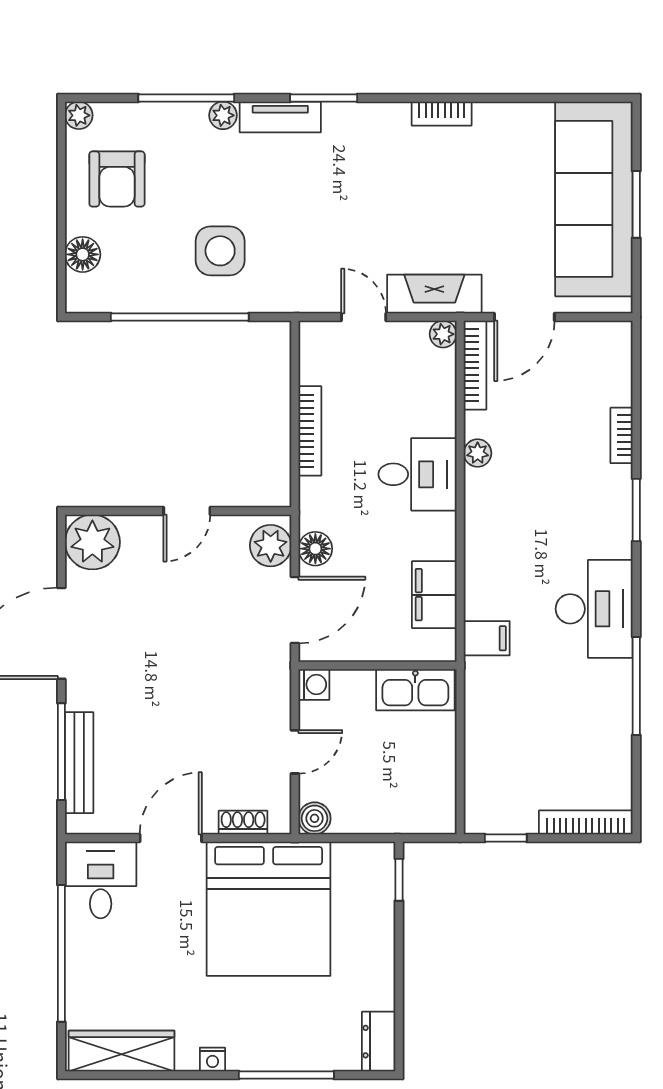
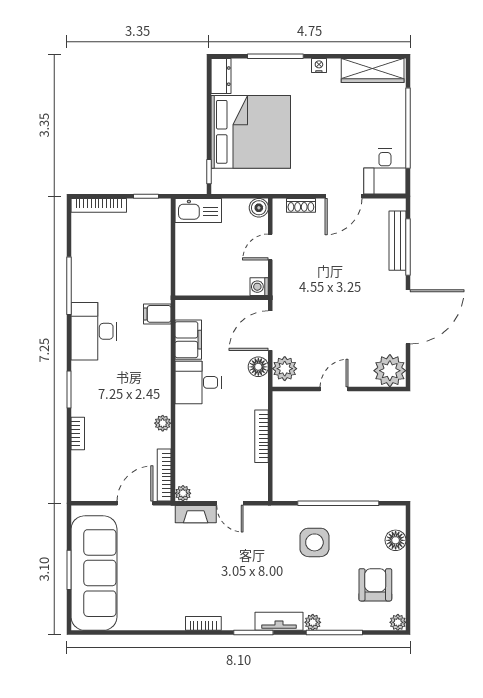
bookcase: (442, 114) -> (203, 623), moved
fireplace: (434, 294) -> (196, 514), width x0.73, depth x0.76
desk: (417, 474) -> (198, 382), moved
kitchen sink: (415, 690) -> (198, 210), moved, turned 180
bed: (269, 909) -> (251, 132), moved, turned 90

